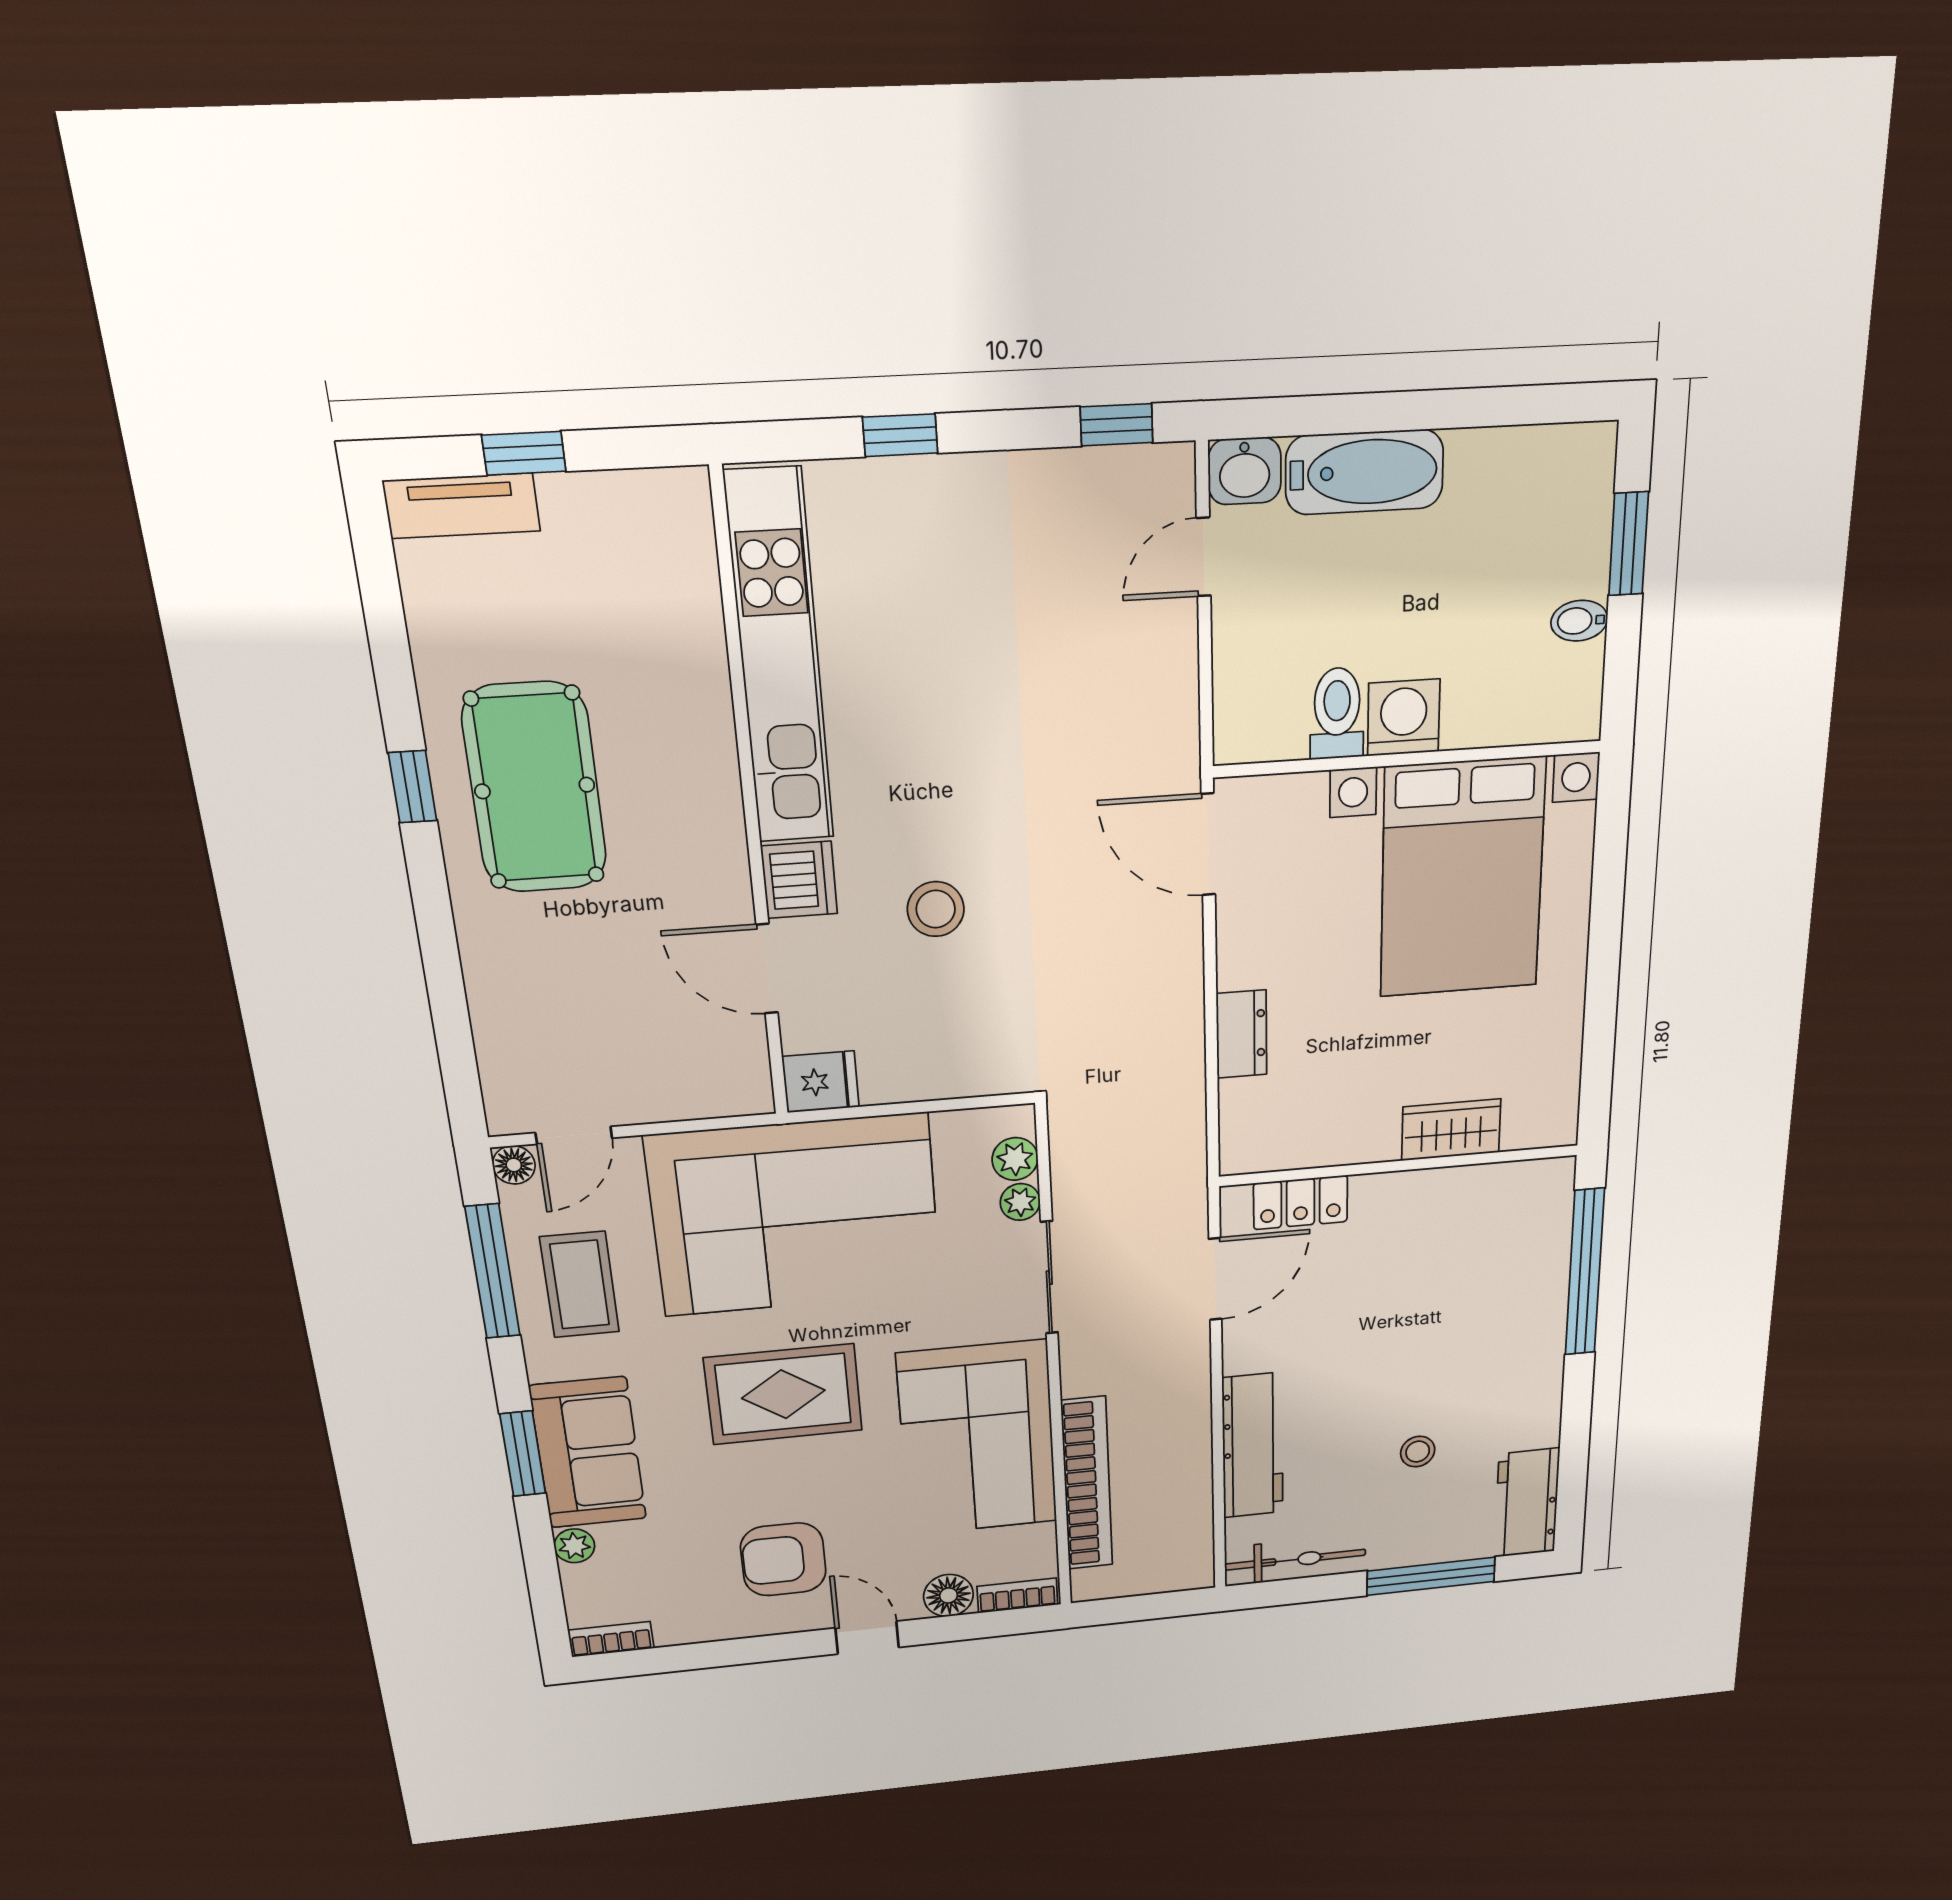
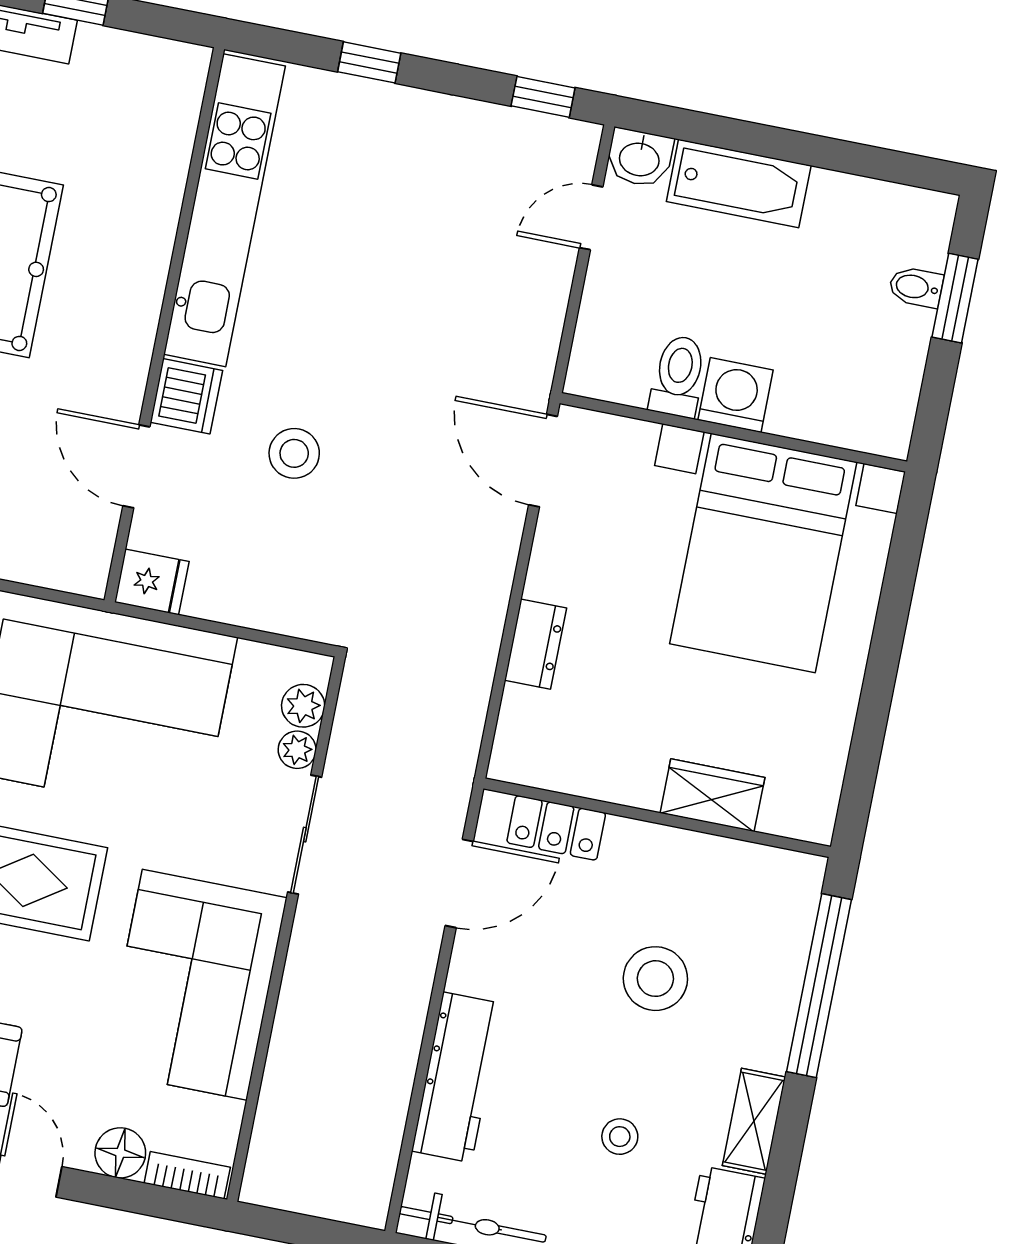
bidet: (1579, 621) -> (916, 287), moved
stool: (1426, 1310) -> (655, 979), added
shelving: (1542, 1404) -> (754, 1121), added
bookcase: (1087, 1484) -> (286, 1069), removed

